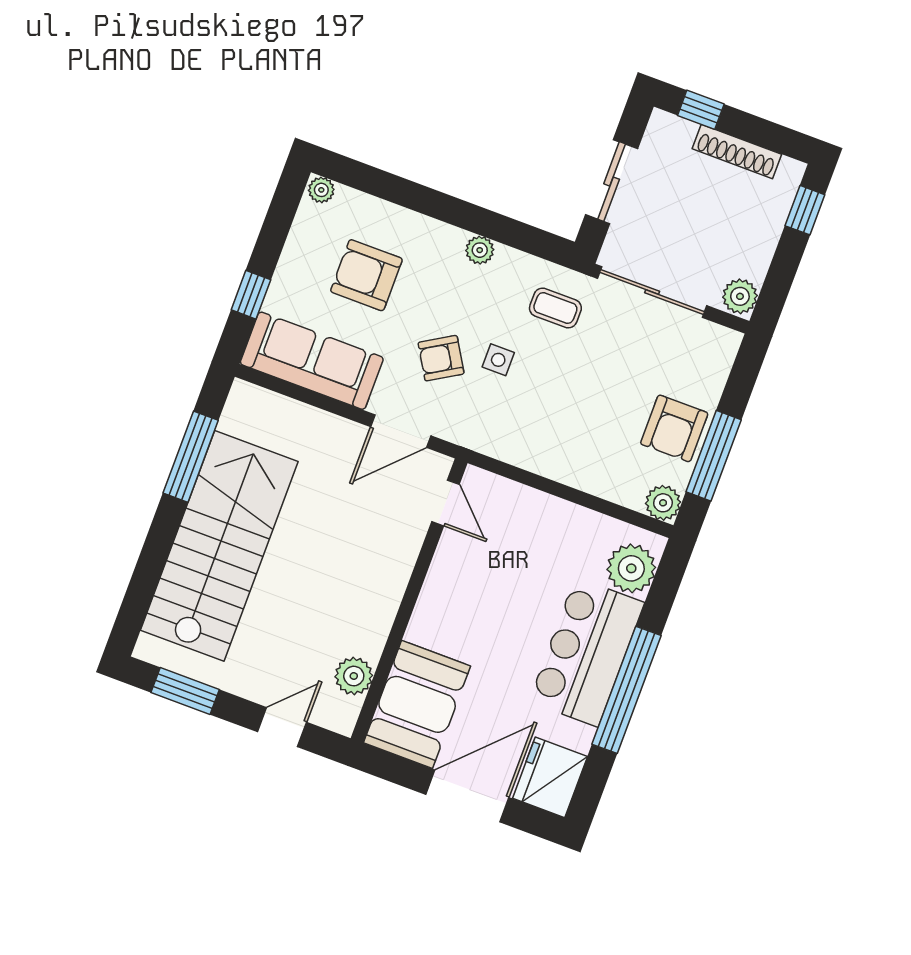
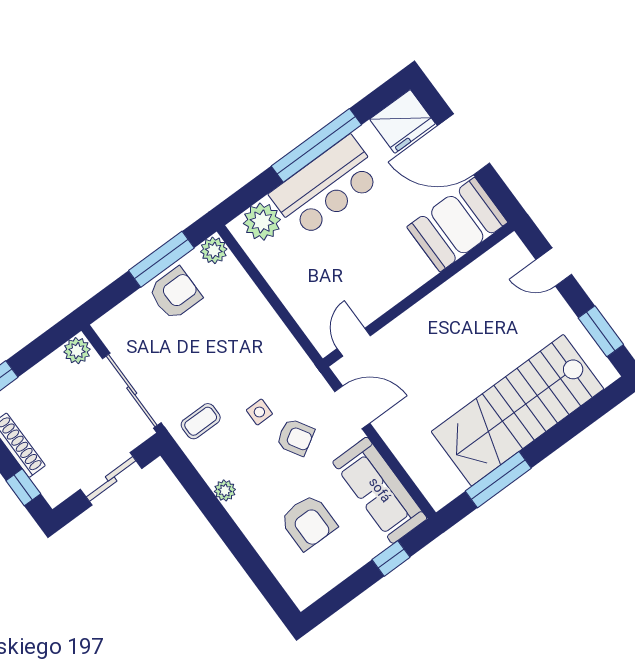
plant: (321, 190) -> (301, 596), removed
coffee table: (555, 308) -> (201, 421), turned 90
plant: (354, 676) -> (486, 270), removed

